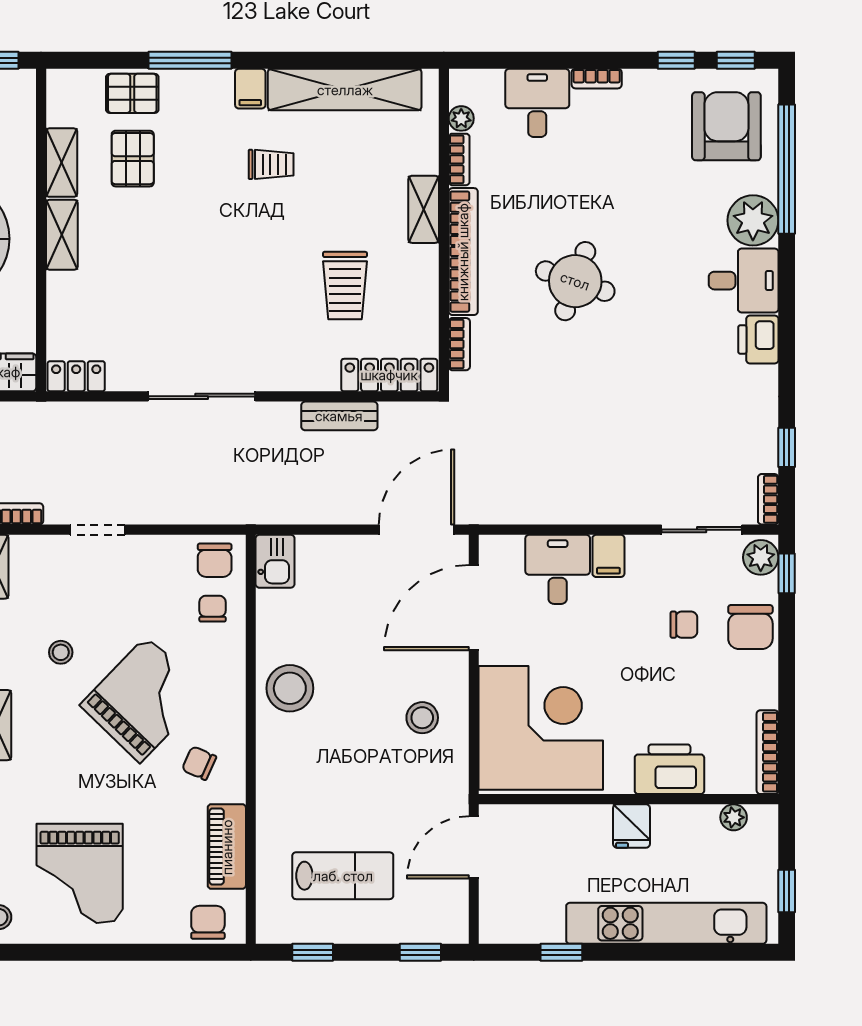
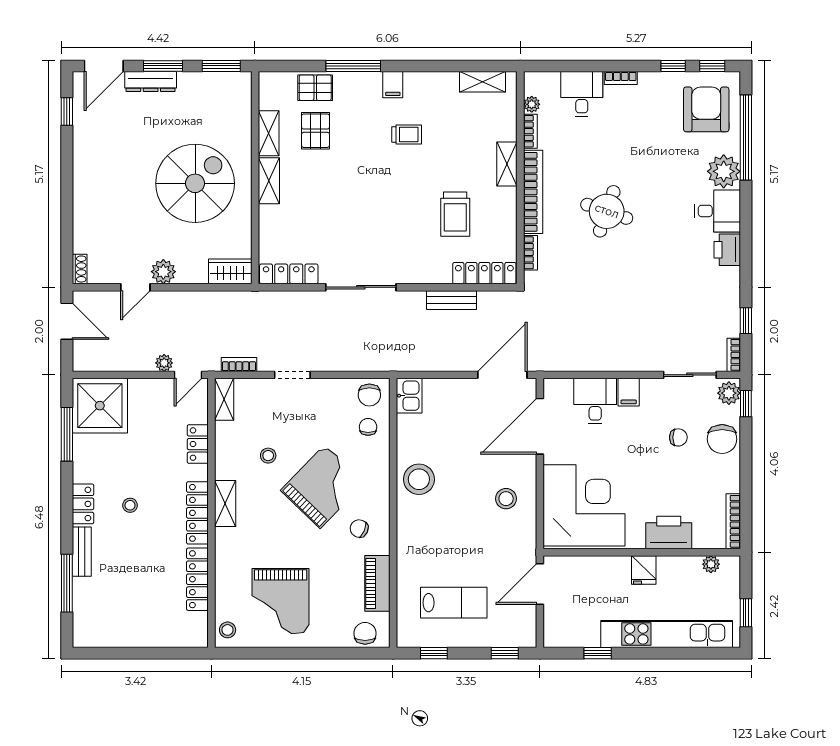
shelving: (345, 90) -> (483, 82), width x0.45, depth x0.75
locker: (76, 376) -> (289, 274), width x1.53

